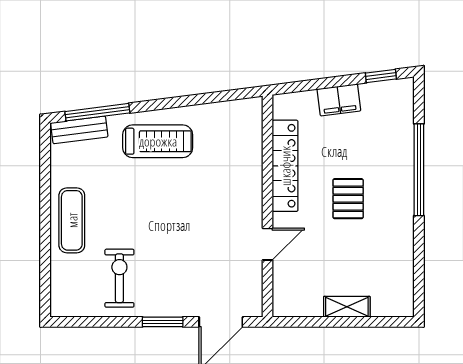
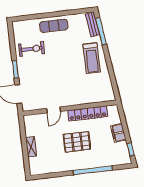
pallet: (348, 199) -> (77, 142), width x1.50, depth x1.42
door: (267, 244) -> (54, 110), hinge flipped

